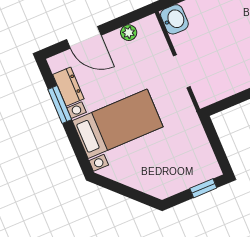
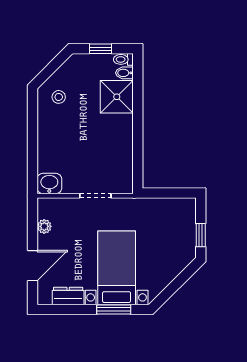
window: (60, 104) -> (114, 309), moved
window: (203, 188) -> (201, 235), moved

